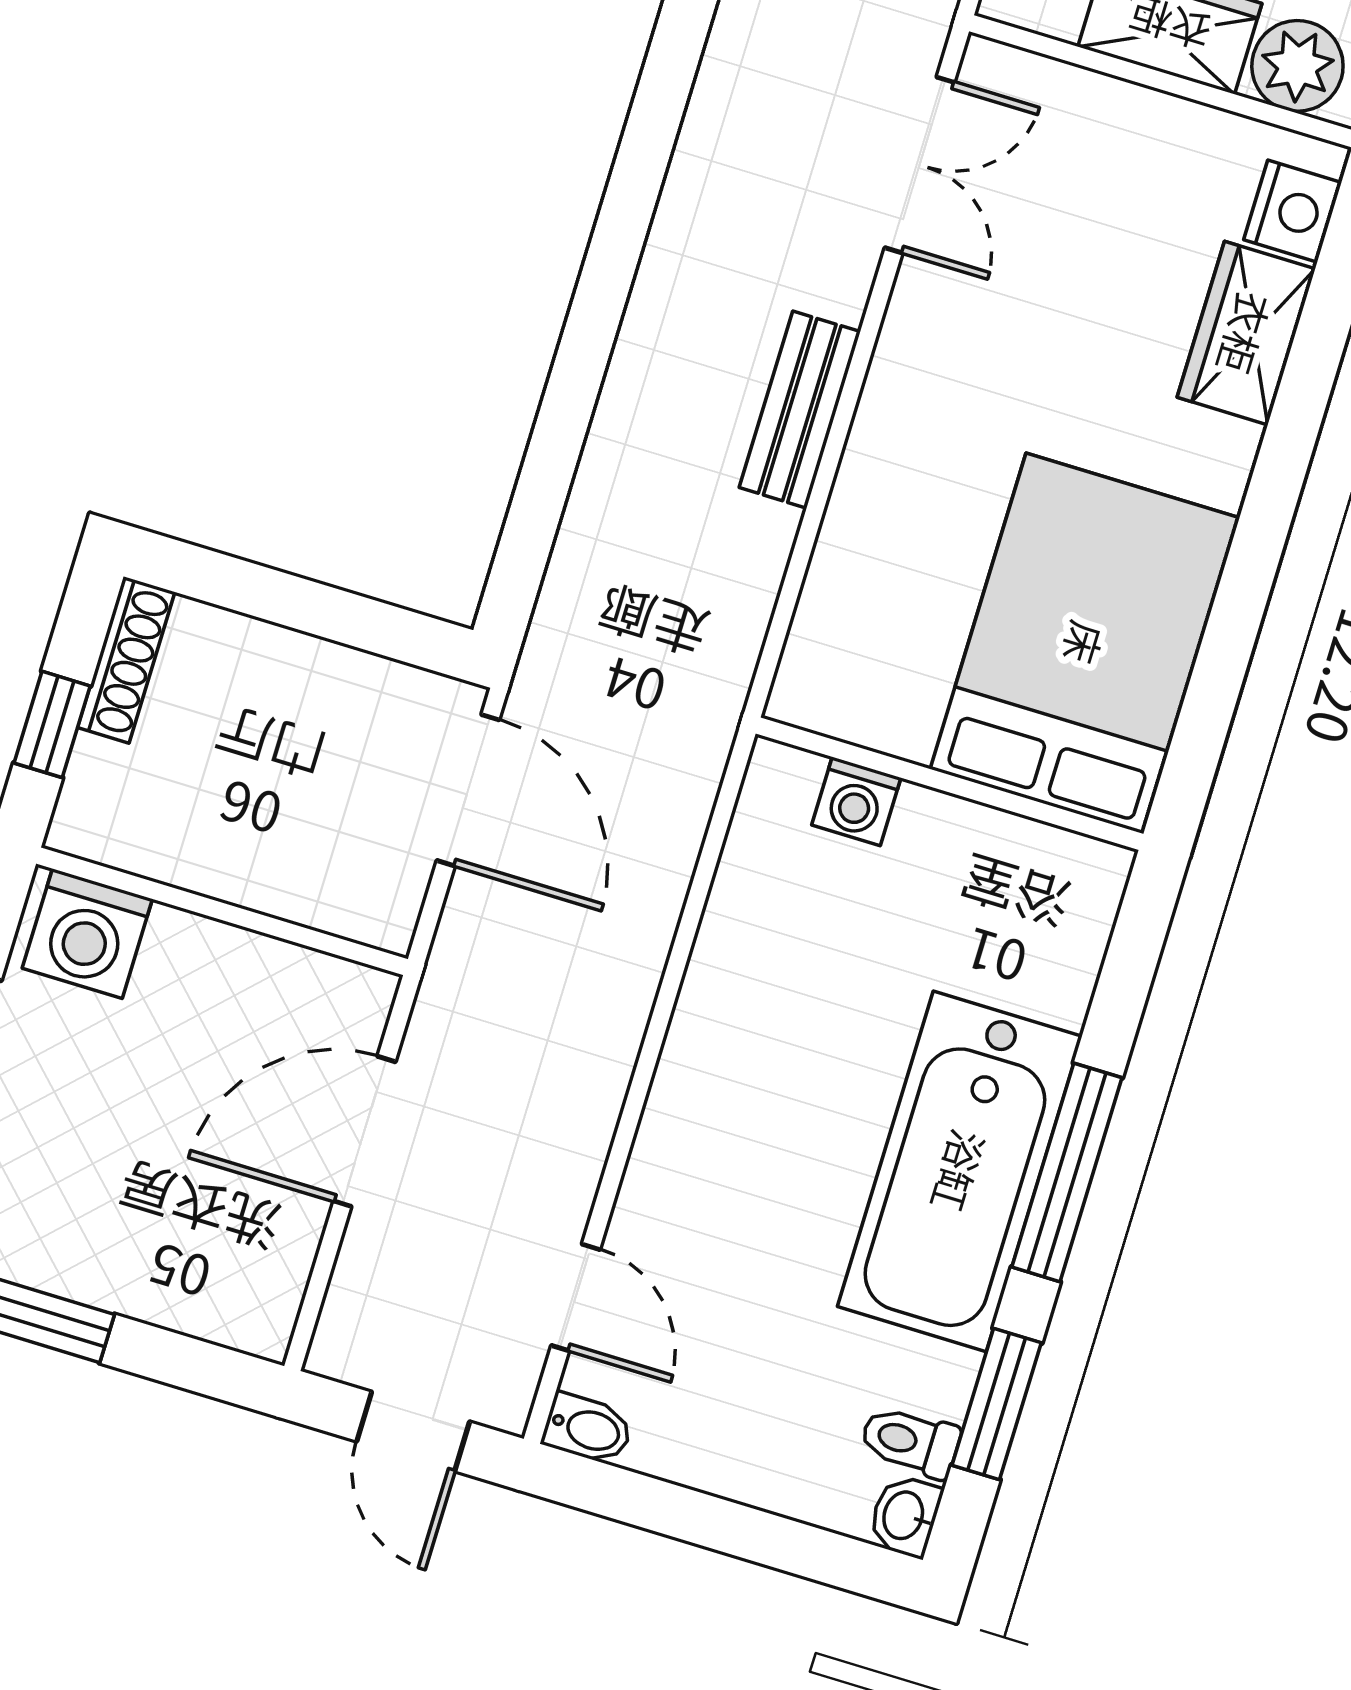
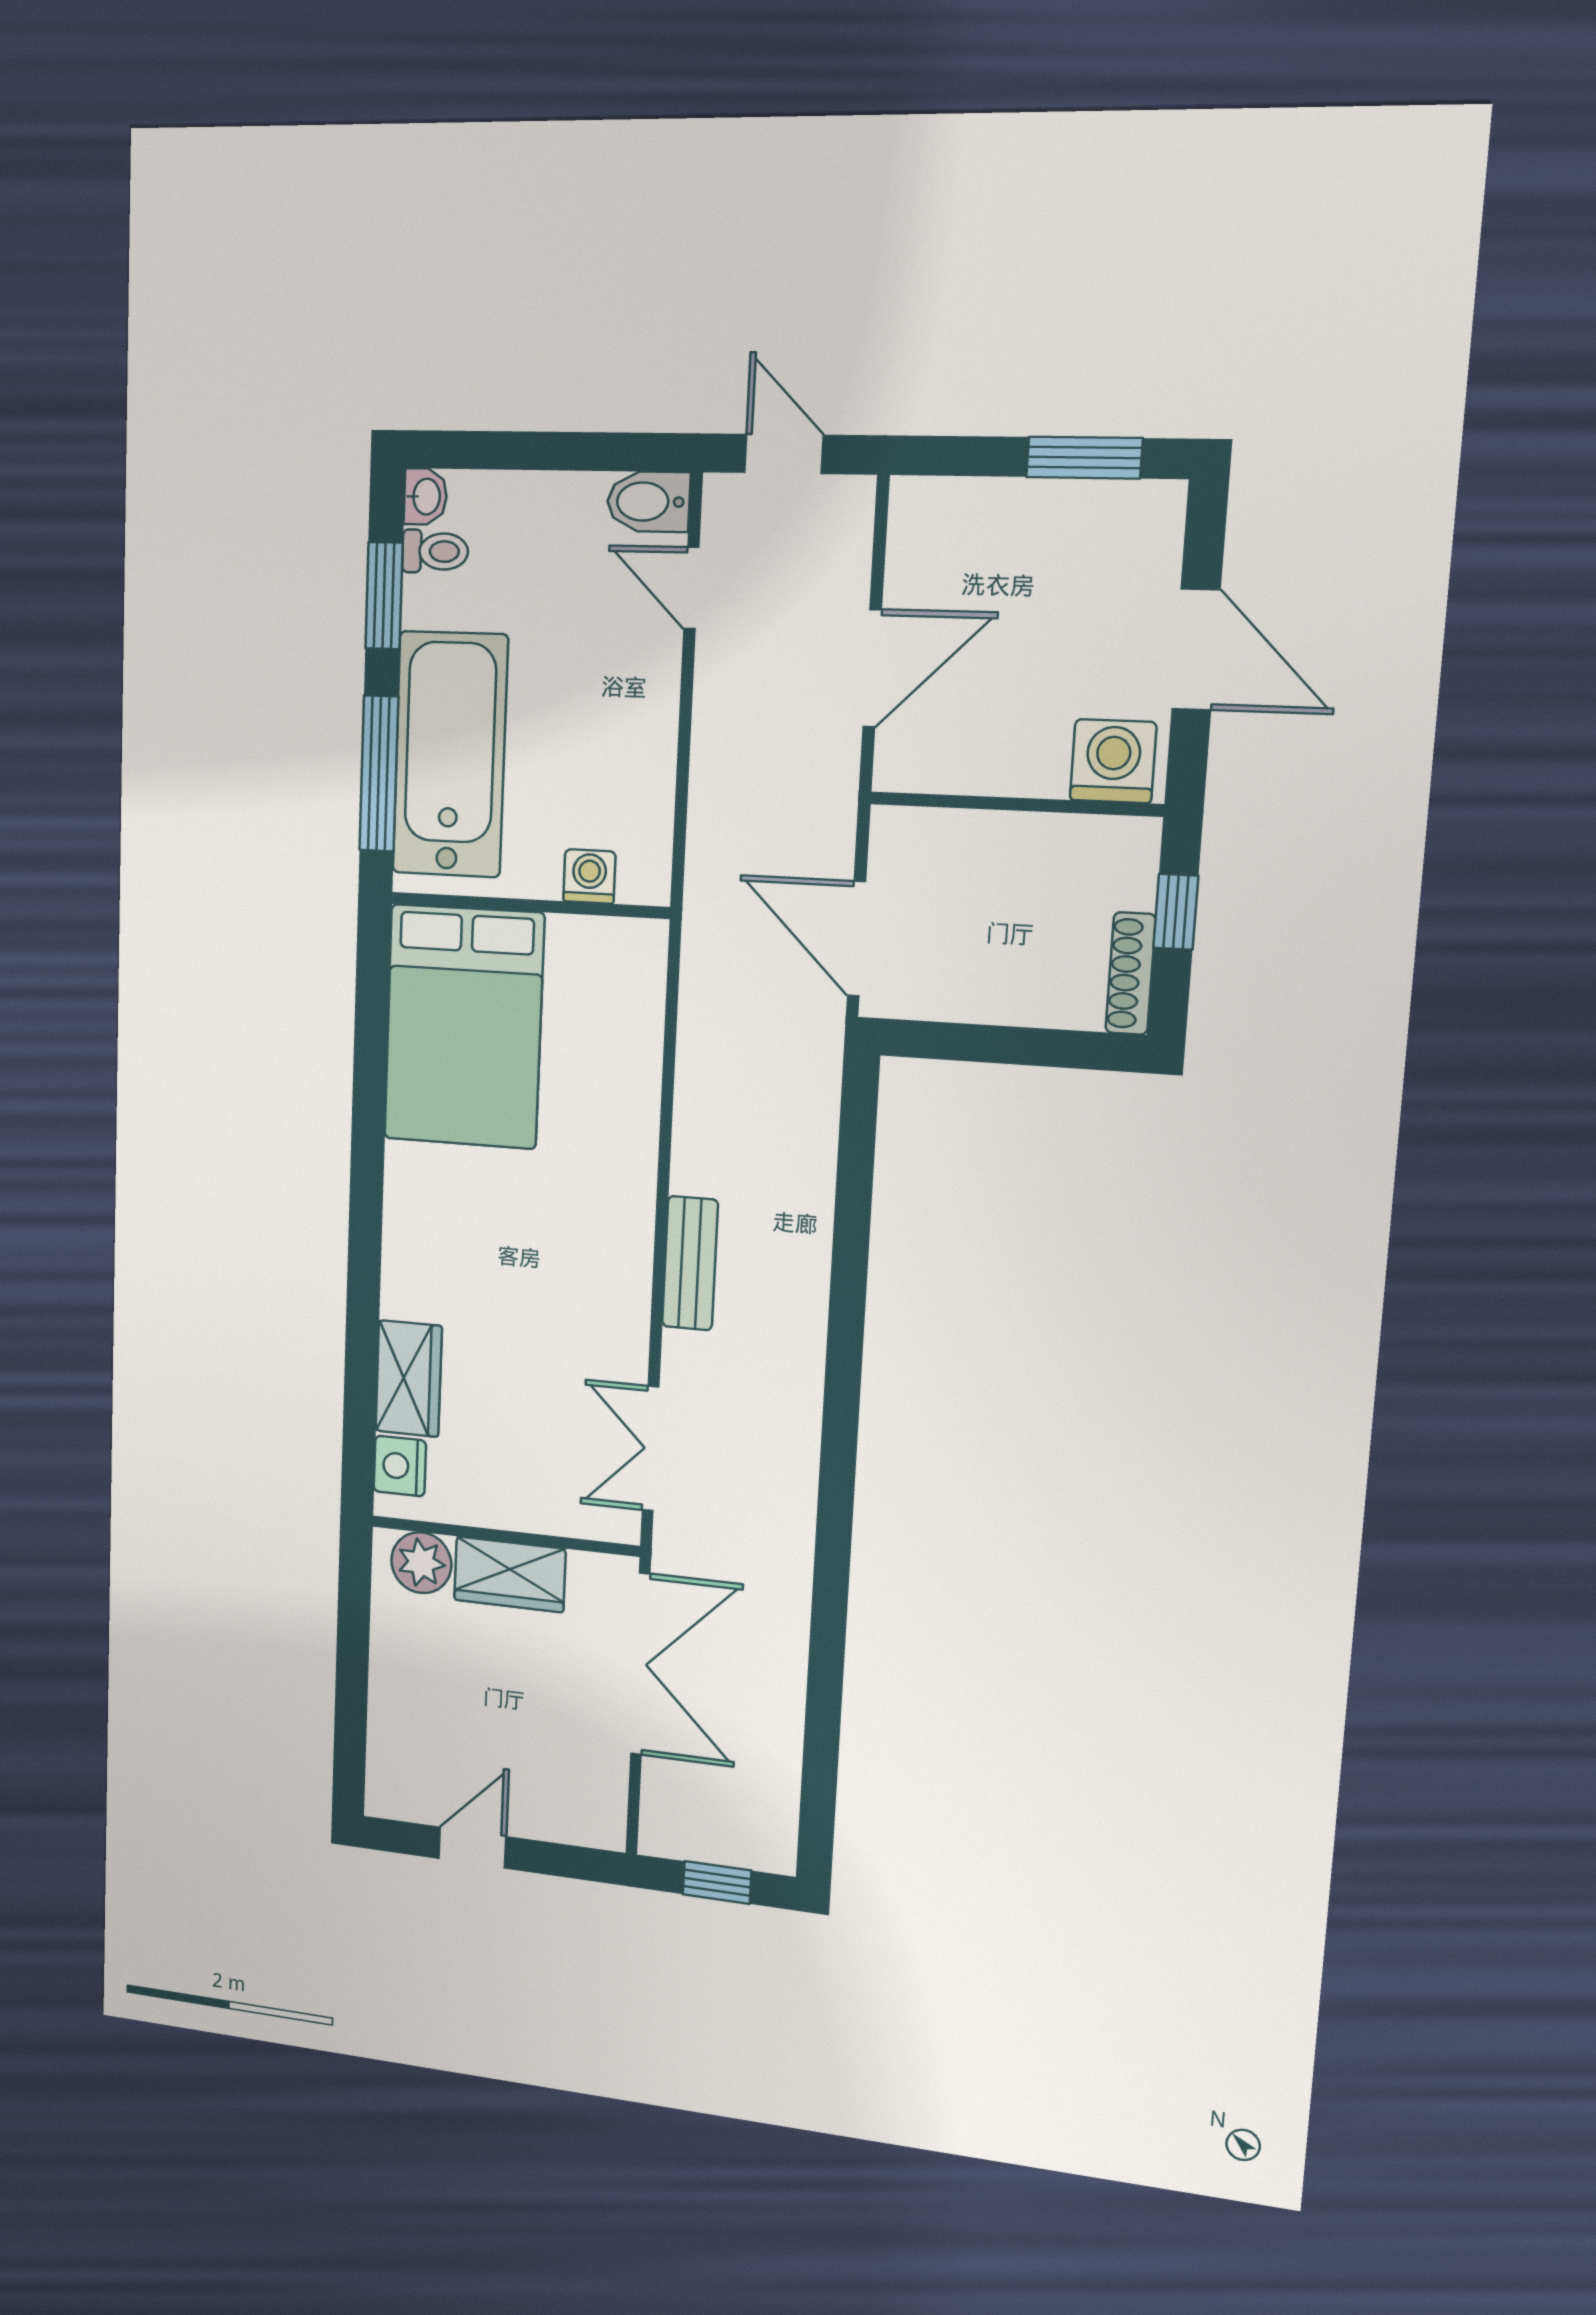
bed: (1085, 643) -> (464, 1027), moved
wall: (950, 784) -> (529, 905), moved
washing machine: (856, 801) -> (589, 876), moved
bidet: (588, 1429) -> (648, 502), width x1.38, depth x1.36

